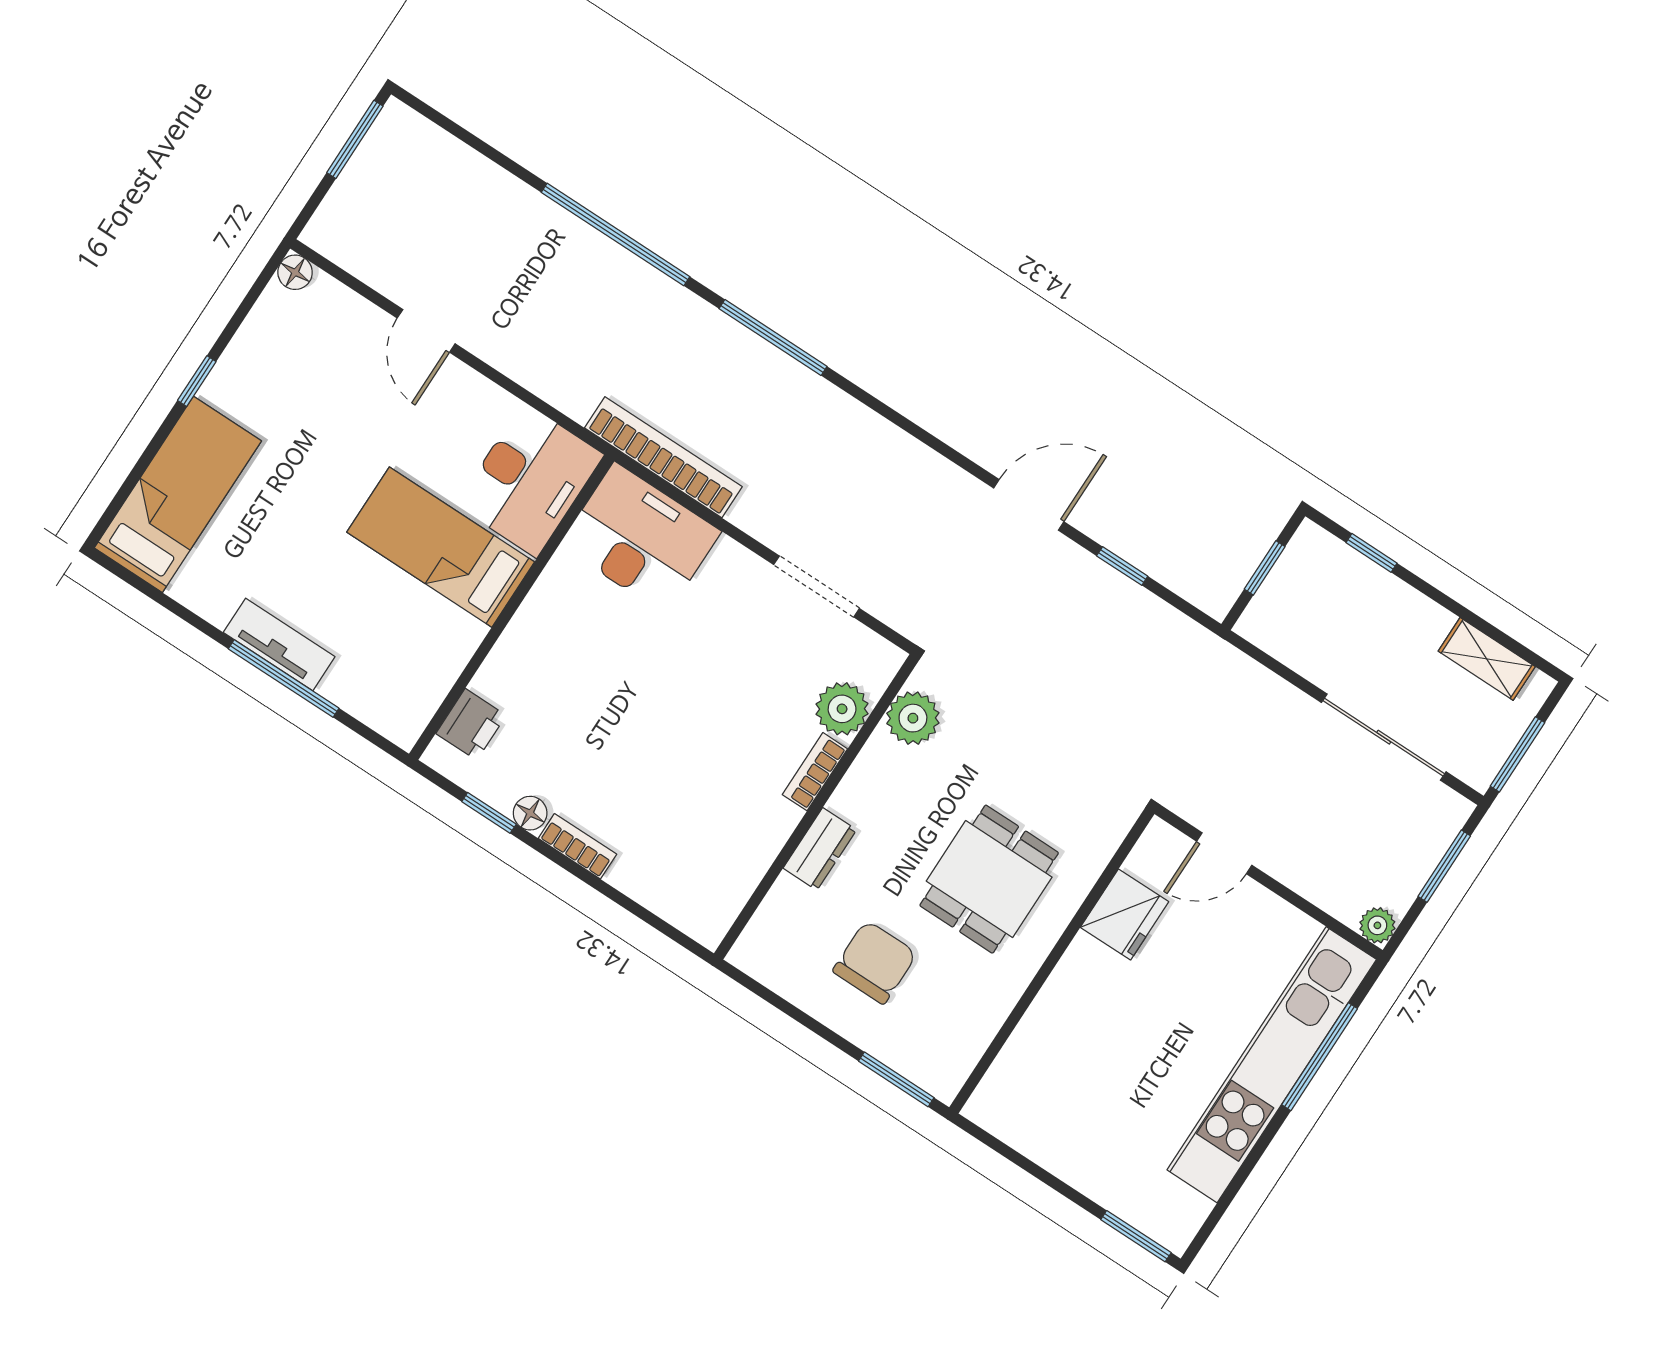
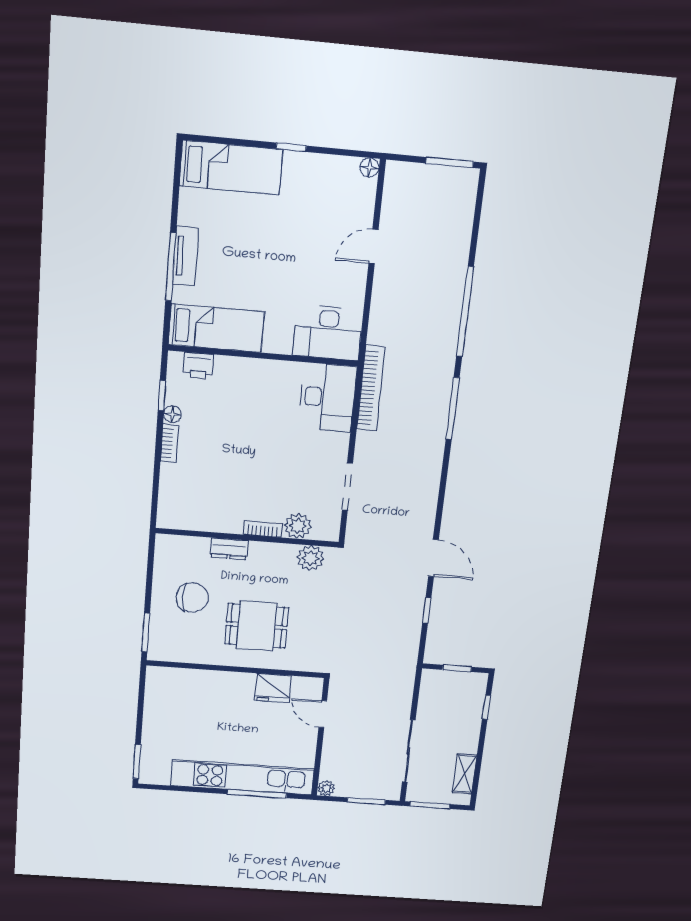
bed: (441, 547) -> (216, 328), moved, turned 90

